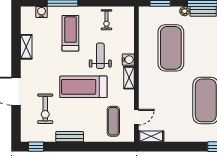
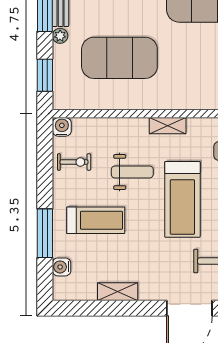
treadmill: (70, 33) -> (96, 220), turned 180
weight bench: (100, 56) -> (132, 172), turned 180
water cooler: (128, 60) -> (62, 127), moved

